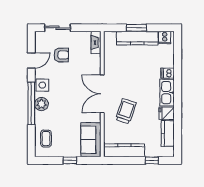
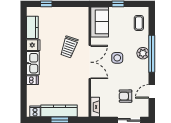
side table: (42, 85) -> (117, 58), moved
kitchen counter: (124, 150) -> (70, 13), removed

